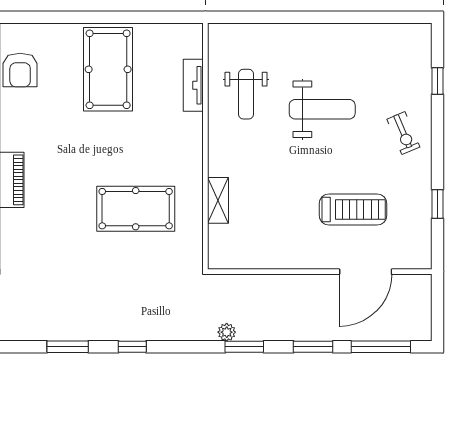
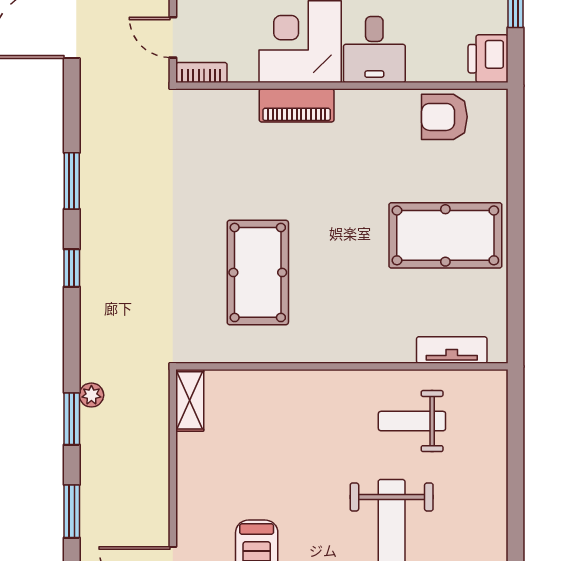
tv unit: (193, 85) -> (452, 350), moved
shelving: (218, 200) -> (190, 400), moved, turned 90

